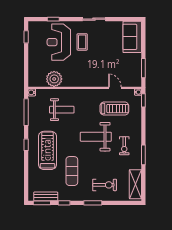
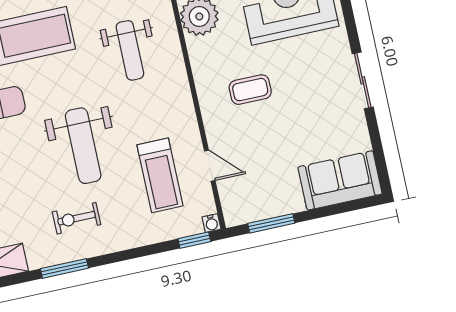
coffee table: (82, 42) -> (250, 90), moved
door: (115, 88) -> (210, 166), hinge flipped
weight bench: (96, 137) -> (83, 146), turned 180

